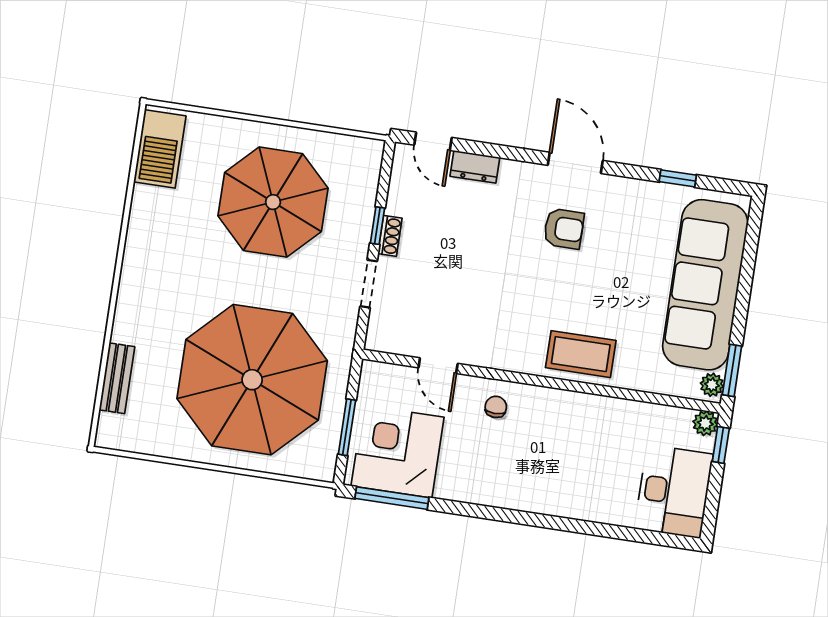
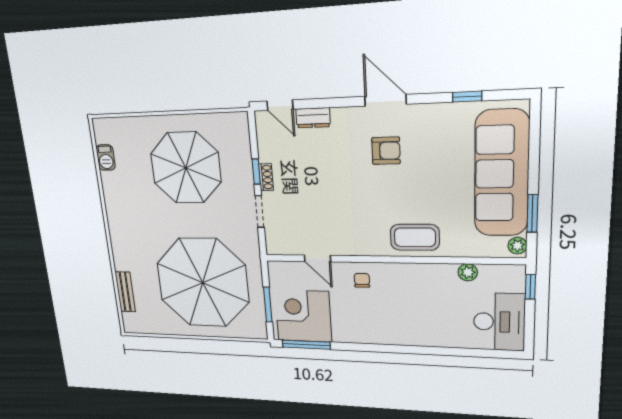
barbecue: (160, 149) -> (106, 157), width x0.53, depth x0.65
window: (732, 370) -> (532, 213), moved
plant: (705, 423) -> (468, 272), moved

